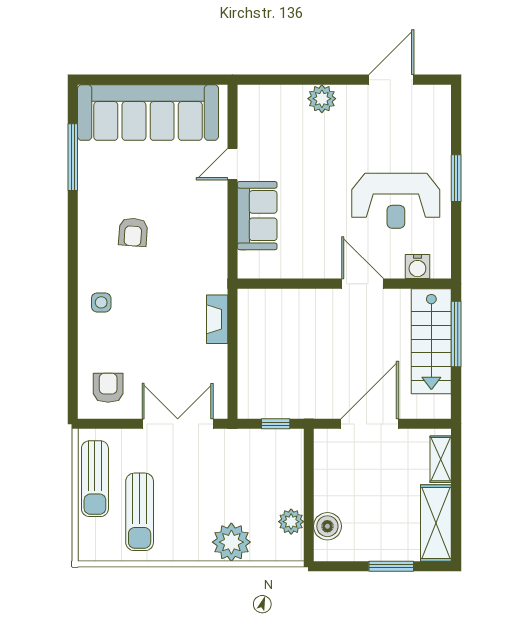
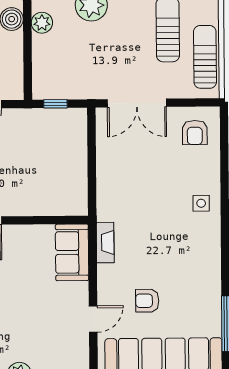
sofa: (257, 216) -> (72, 252), moved
armchair: (133, 232) -> (147, 301), moved, turned -94
fireplace: (217, 319) -> (105, 243), moved

